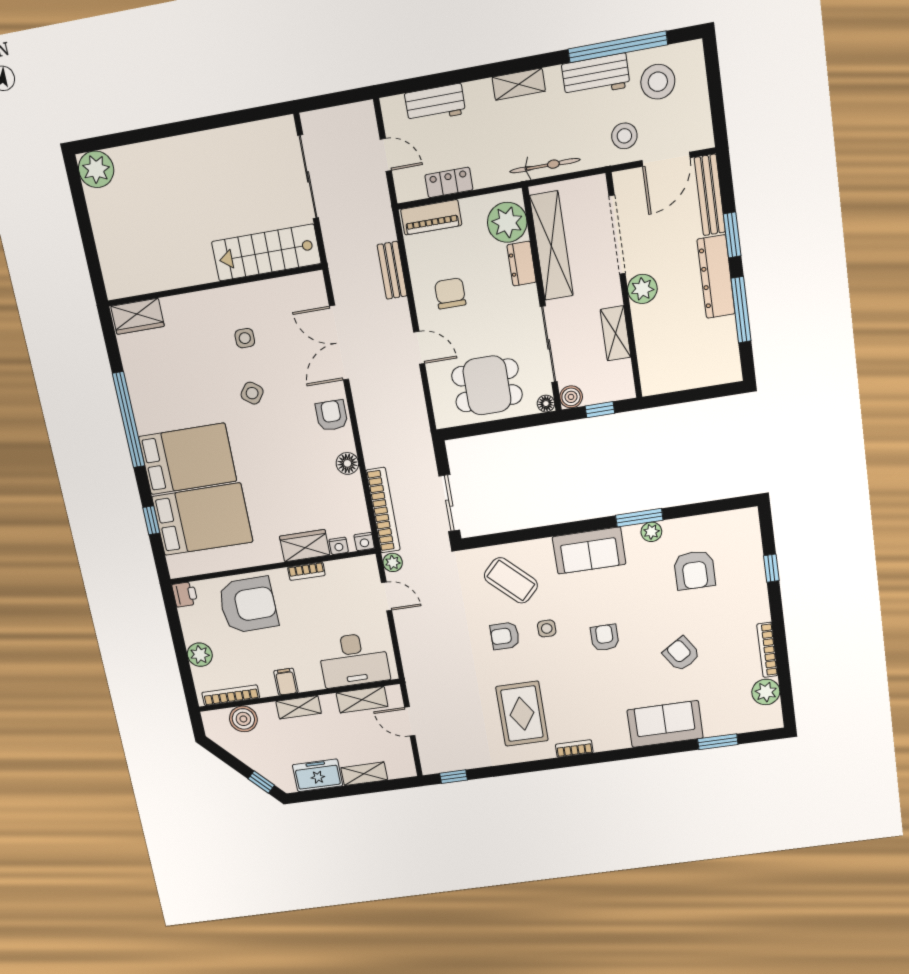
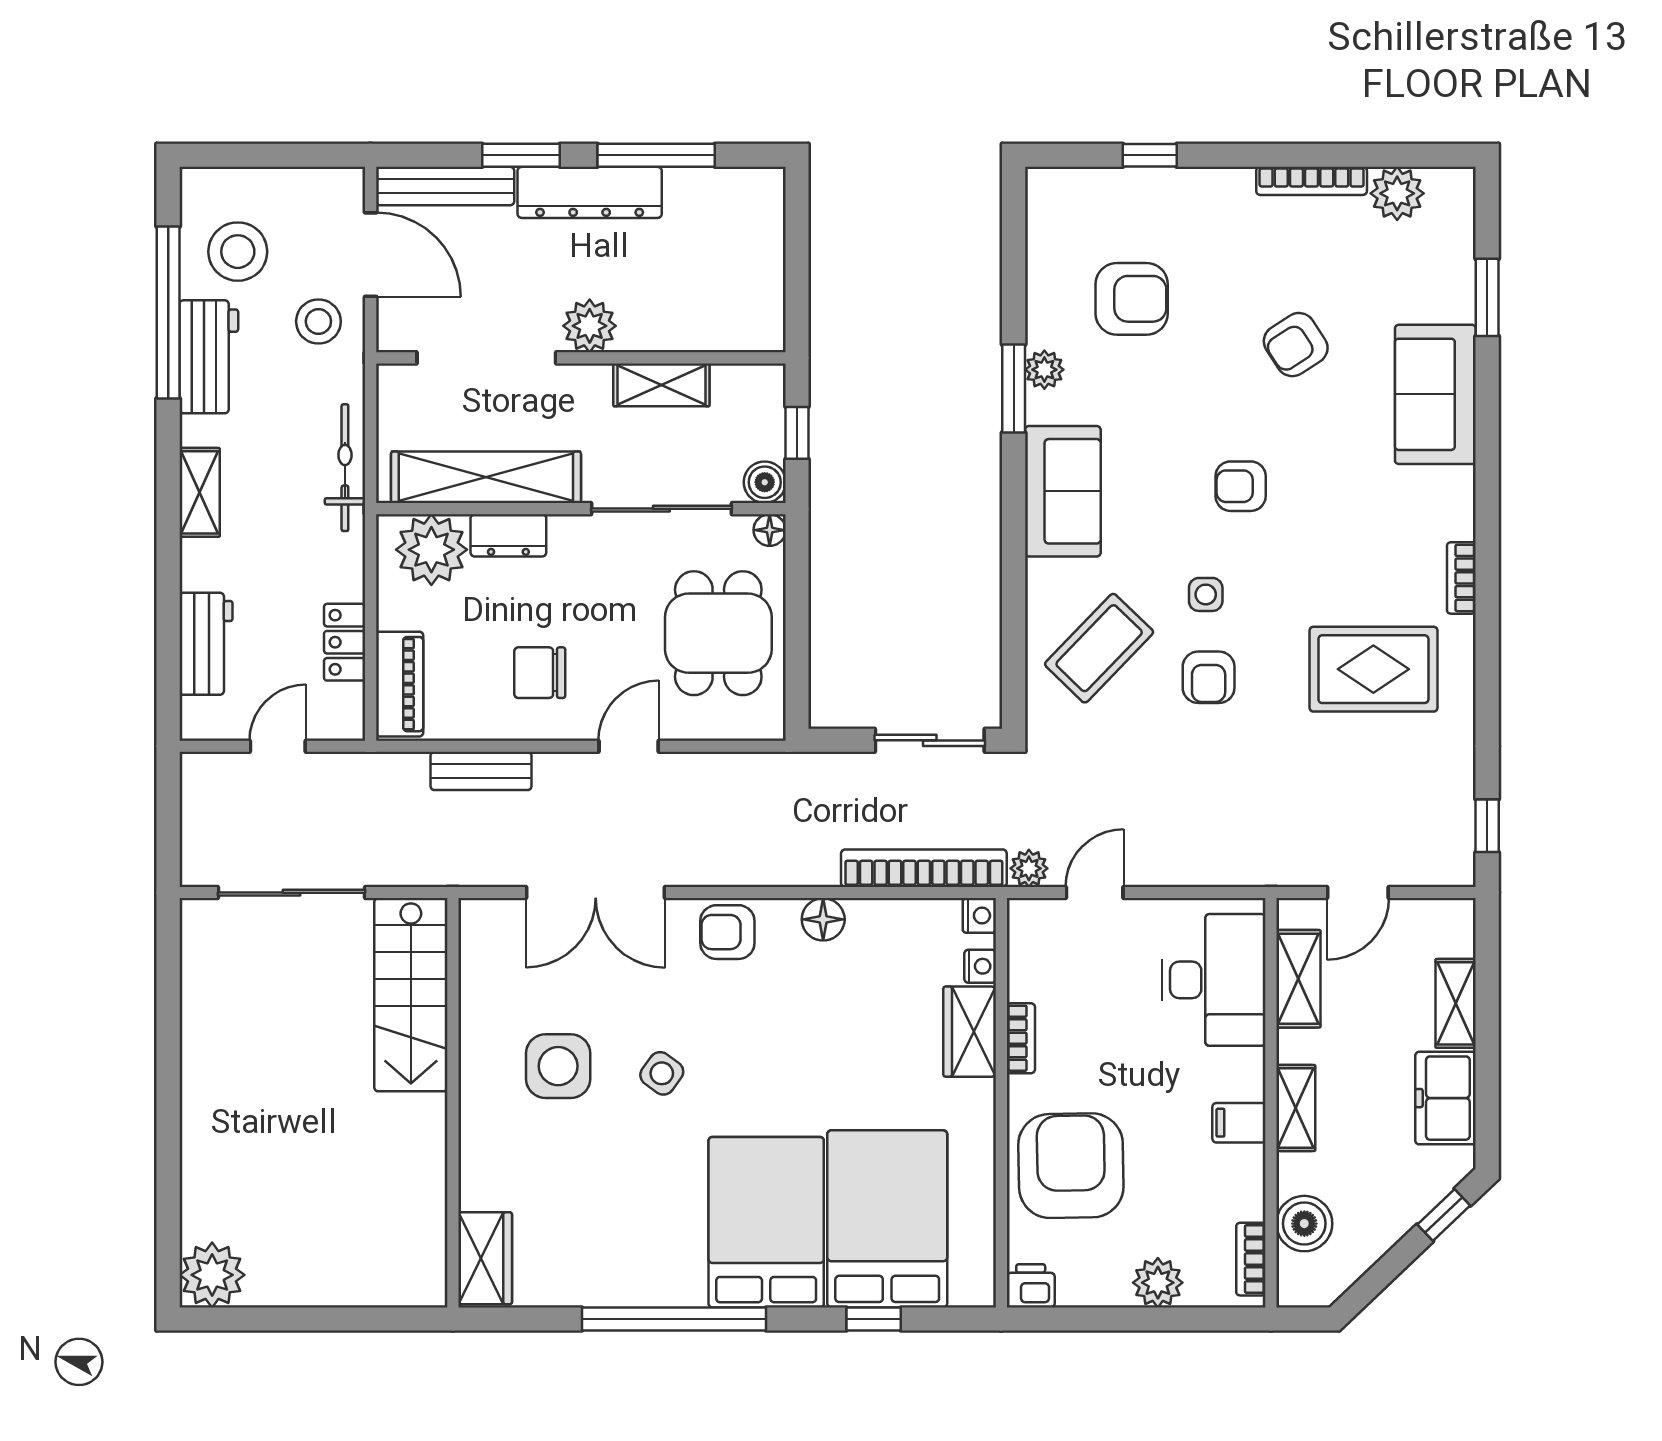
side table: (245, 338) -> (558, 1066), width x1.87, depth x1.87
bookcase: (231, 695) -> (1251, 1259), width x0.64

